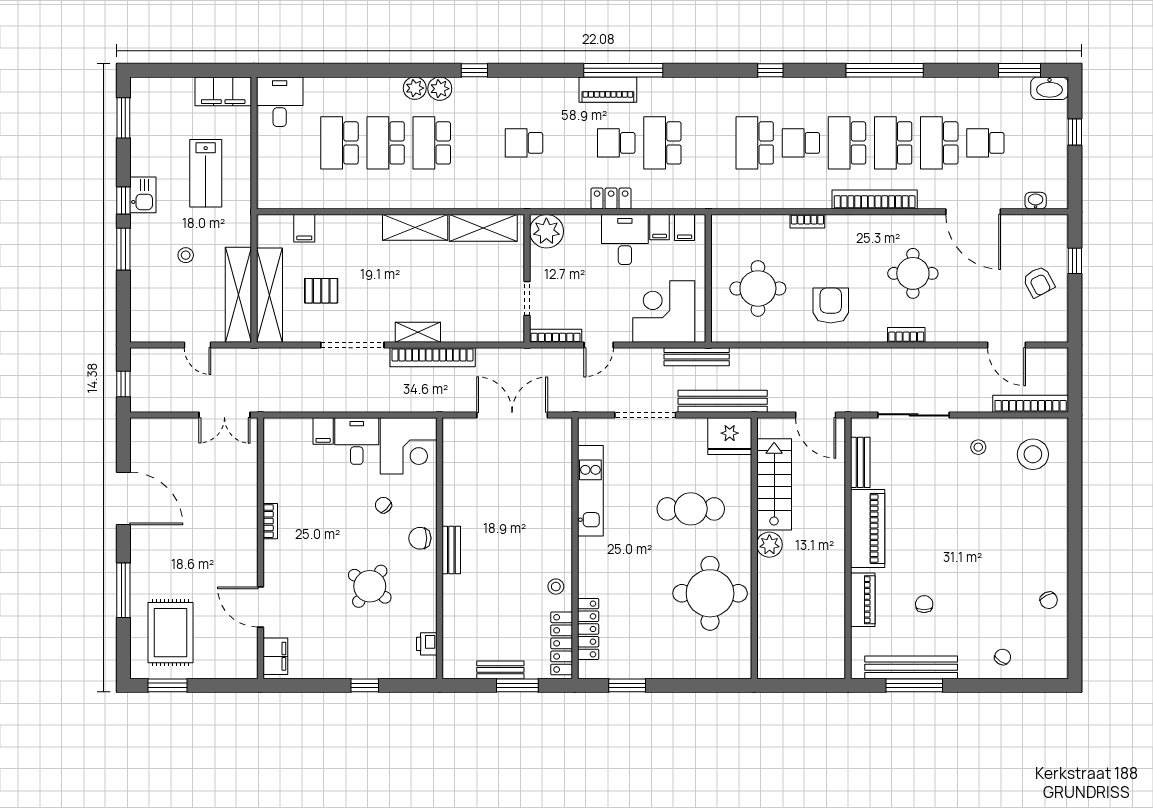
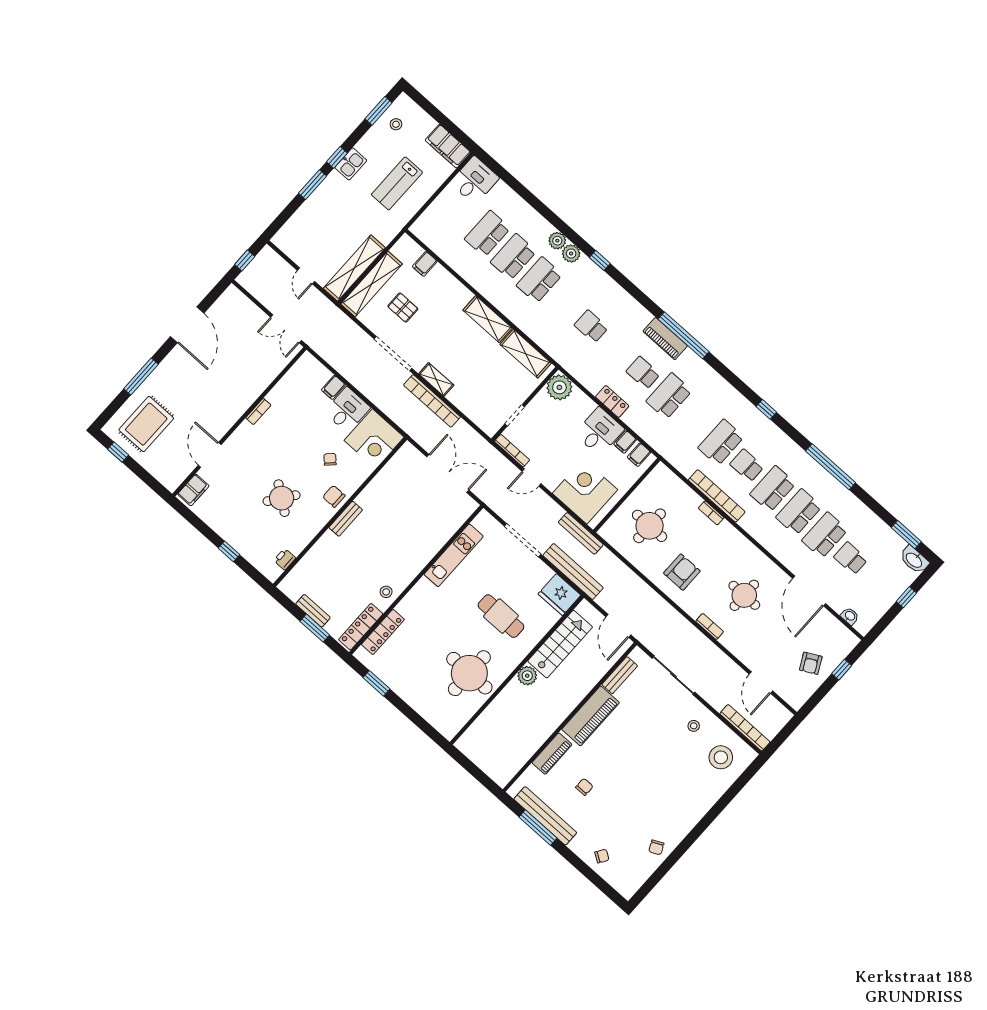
bookcase: (875, 199) -> (717, 496), moved
stool: (186, 255) -> (396, 124), moved
window: (168, 685) -> (118, 452), width x0.67

